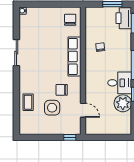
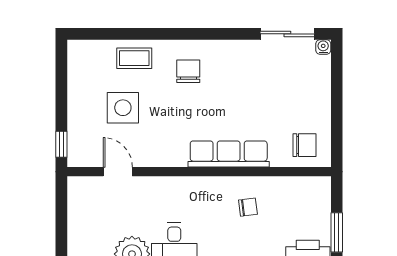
sliding door: (16, 53) -> (287, 34), moved
chair: (62, 90) -> (188, 71), moved
door: (83, 110) -> (118, 172), swing flipped

